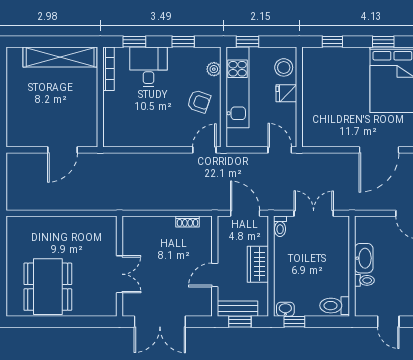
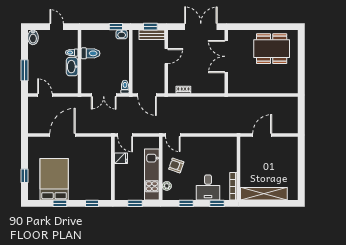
window: (247, 42) -> (135, 203), moved
stool: (284, 67) -> (123, 187), removed
fridge: (286, 93) -> (121, 158), moved
door: (204, 150) -> (173, 135), hinge flipped
wardrobe: (258, 264) -> (139, 63), removed
double door: (120, 274) -> (226, 56), width x1.37
dining table: (48, 287) -> (272, 49), turned 90
toilet: (335, 306) -> (91, 53), moved

